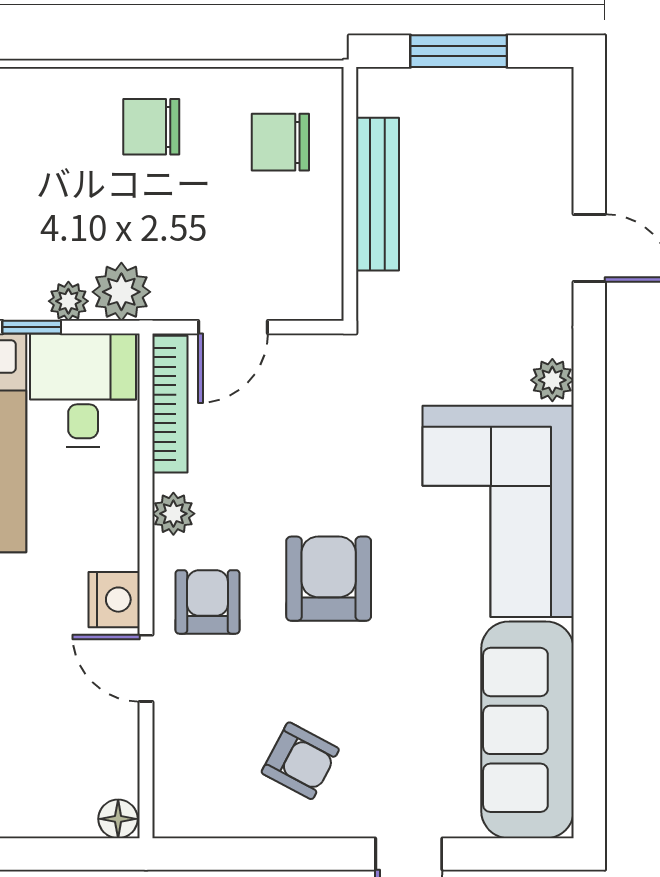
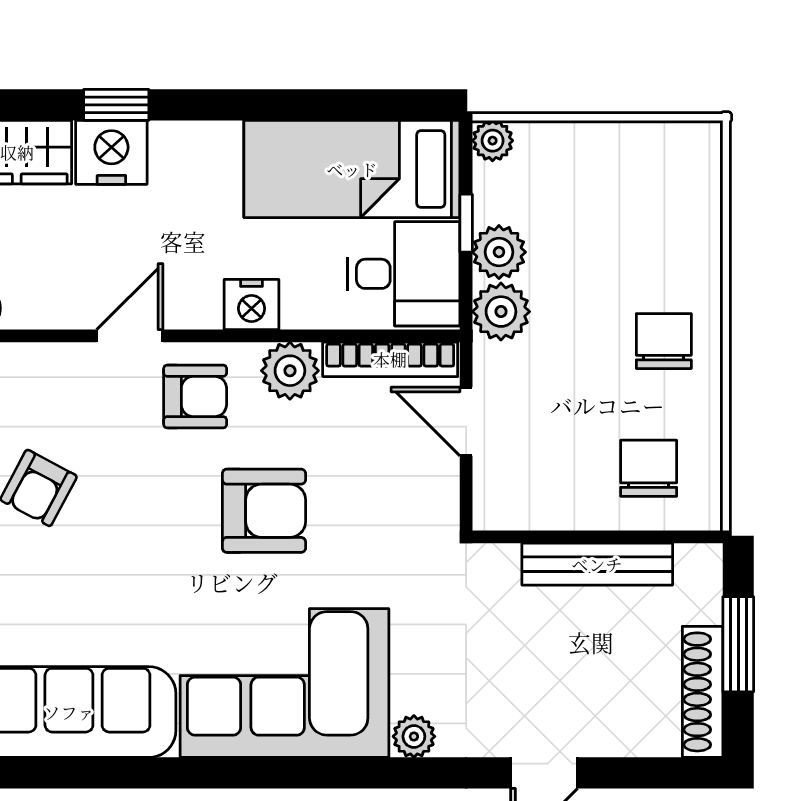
shoe rack: (507, 87) -> (703, 692), added
plant: (68, 301) -> (499, 252), width x1.38, depth x1.38
plant: (173, 514) -> (290, 371), width x1.38, depth x1.38
armchair: (329, 579) -> (264, 511), moved
nightstand: (114, 600) -> (252, 304), moved

